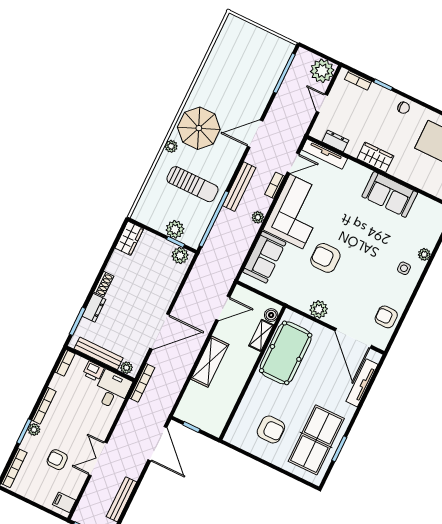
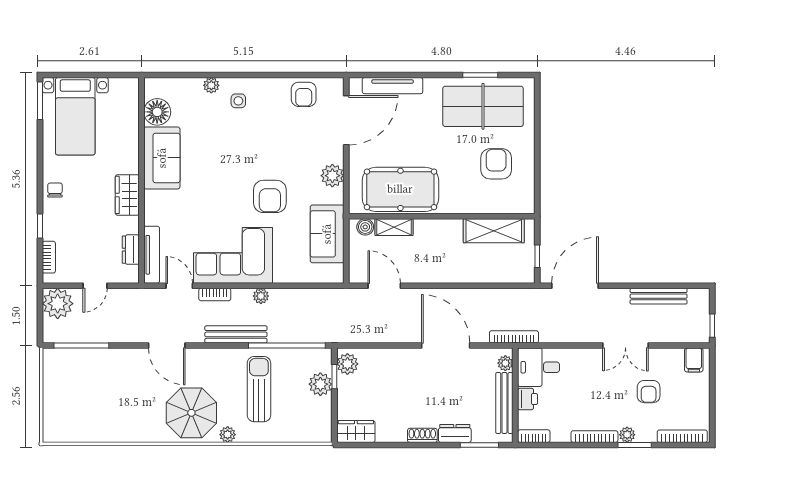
floor lamp: (424, 207) -> (157, 112), added
sofa: (264, 257) -> (327, 234), moved, turned -90
shelving: (210, 362) -> (494, 231), moved

